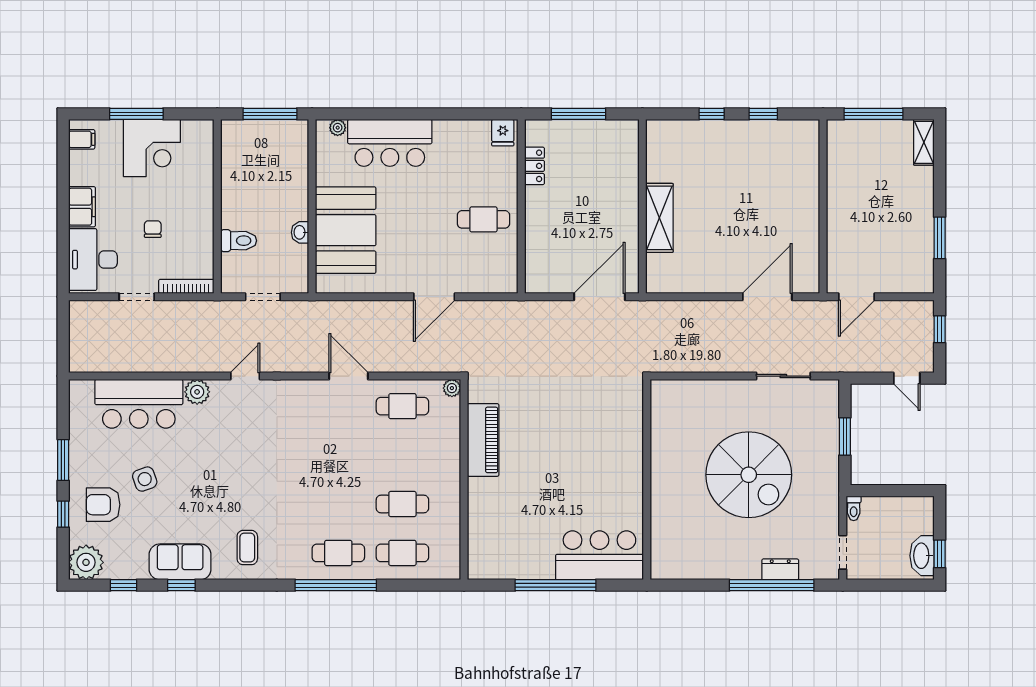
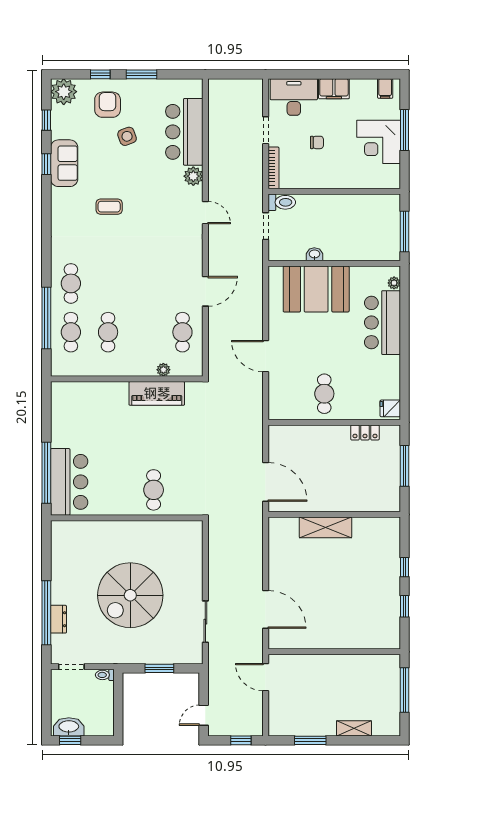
shelving: (924, 142) -> (354, 728), moved
toilet: (239, 241) -> (282, 202), moved, turned -90
plant: (452, 388) -> (163, 370), moved
cafe table: (610, 444) -> (154, 490), added
coffee table: (247, 548) -> (109, 207), moved
window: (336, 585) -> (46, 318), moved
window: (555, 585) -> (46, 473), moved

